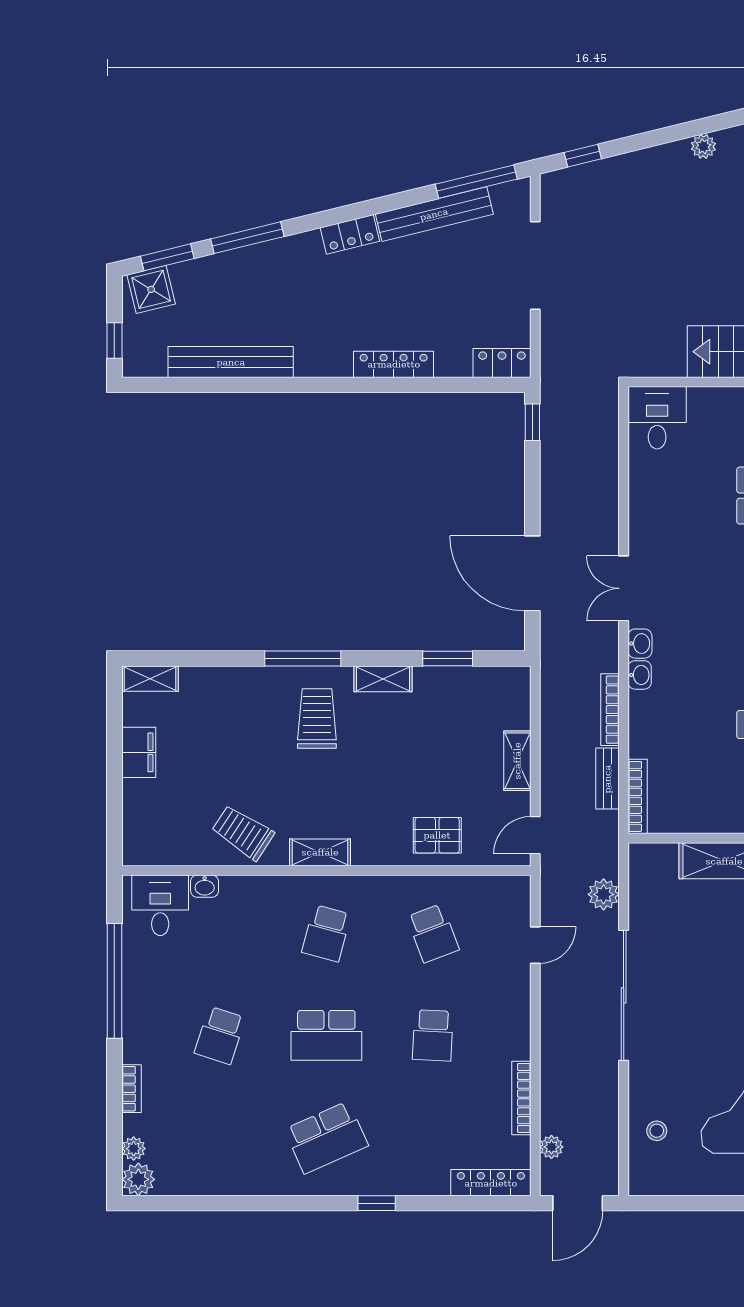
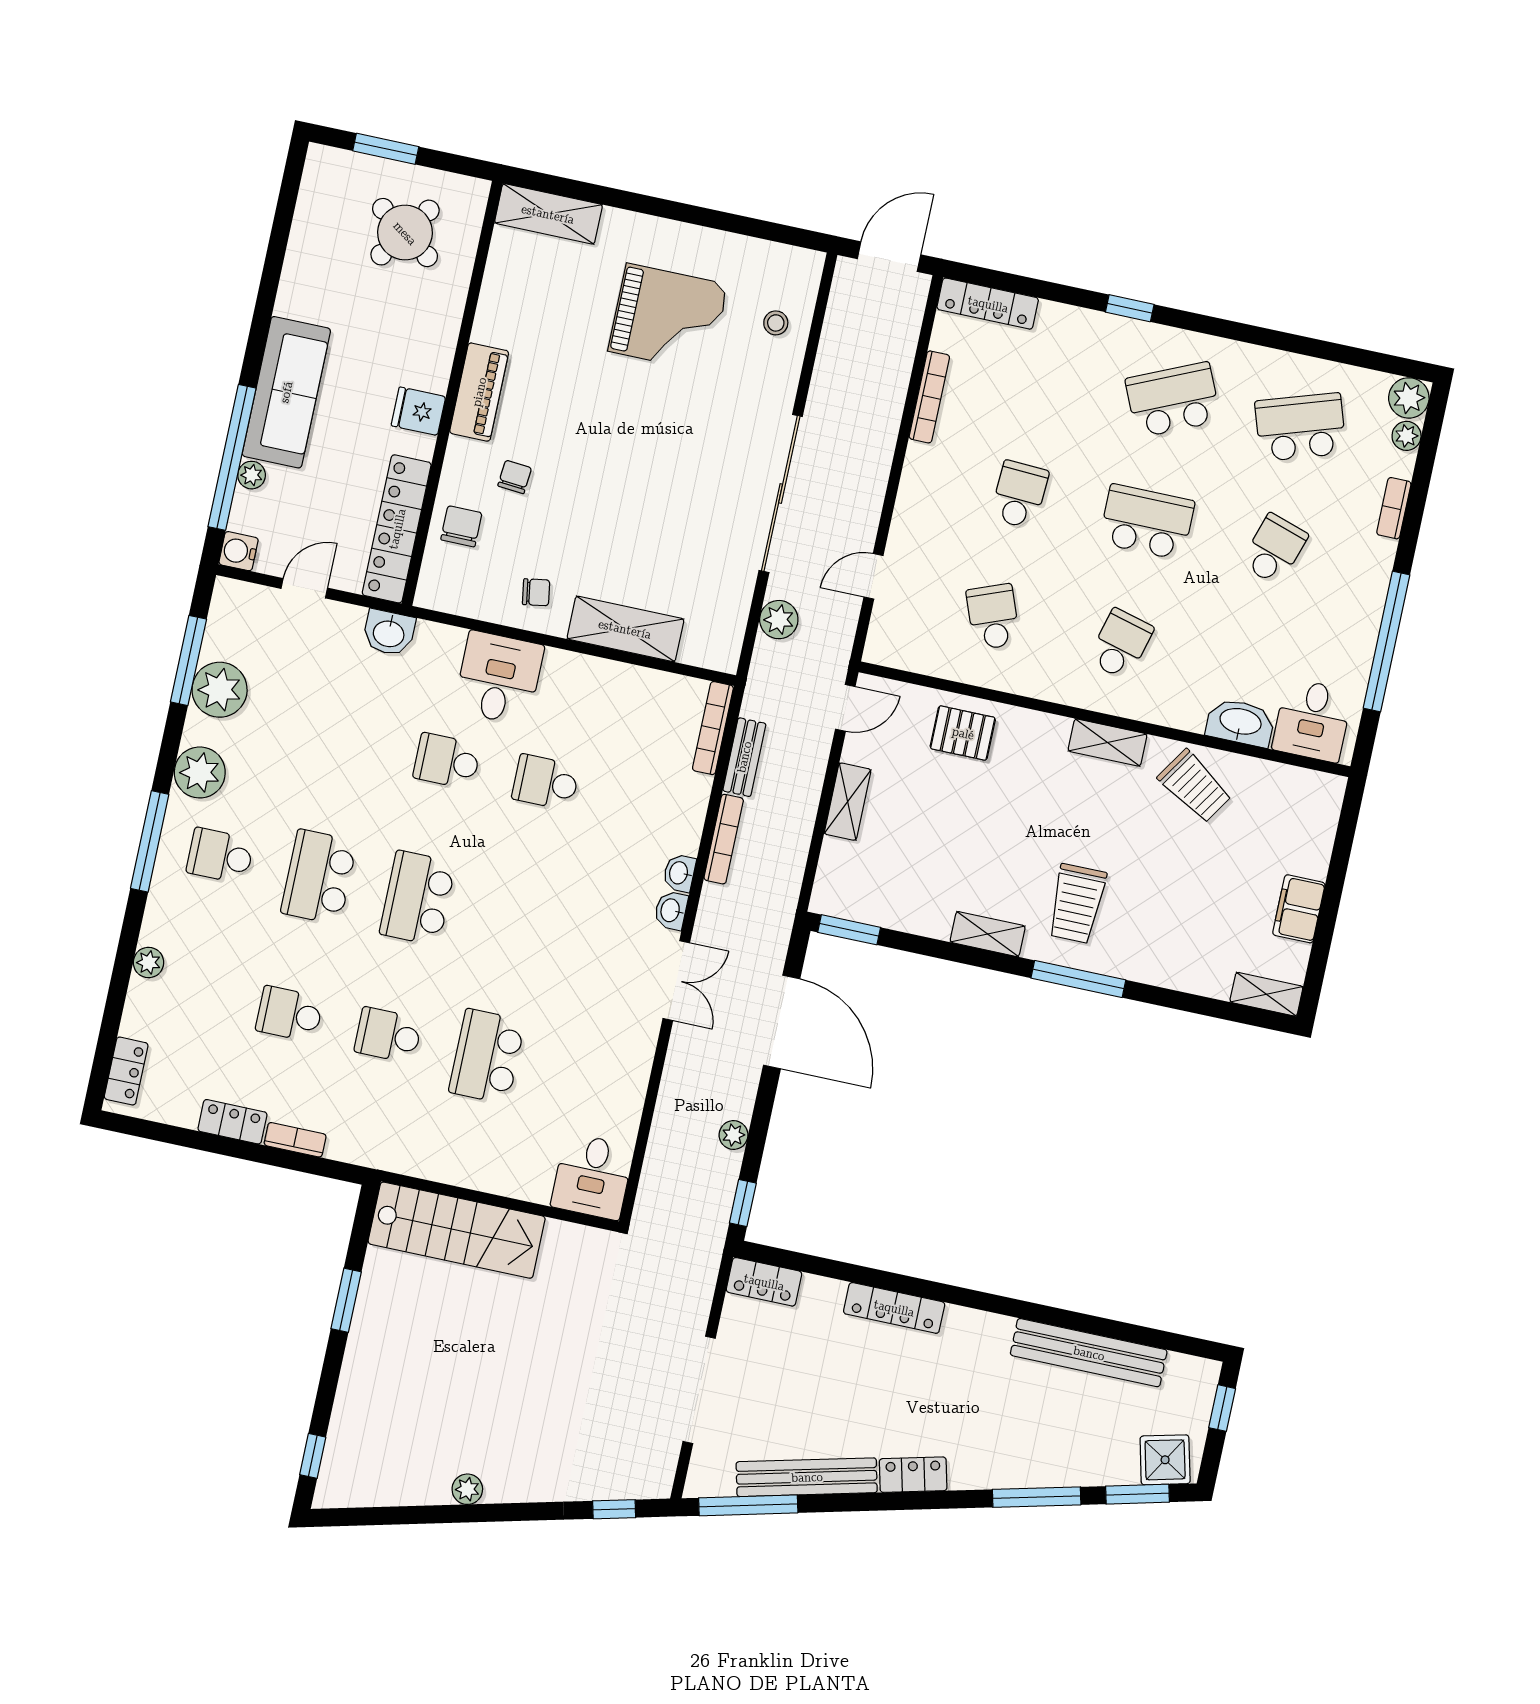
window: (448, 659) -> (849, 930), moved
washbasin: (205, 886) -> (1240, 722), width x1.91, depth x1.45
school desk: (220, 1137) -> (1300, 427), added
plant: (551, 1147) -> (733, 1135), moved

